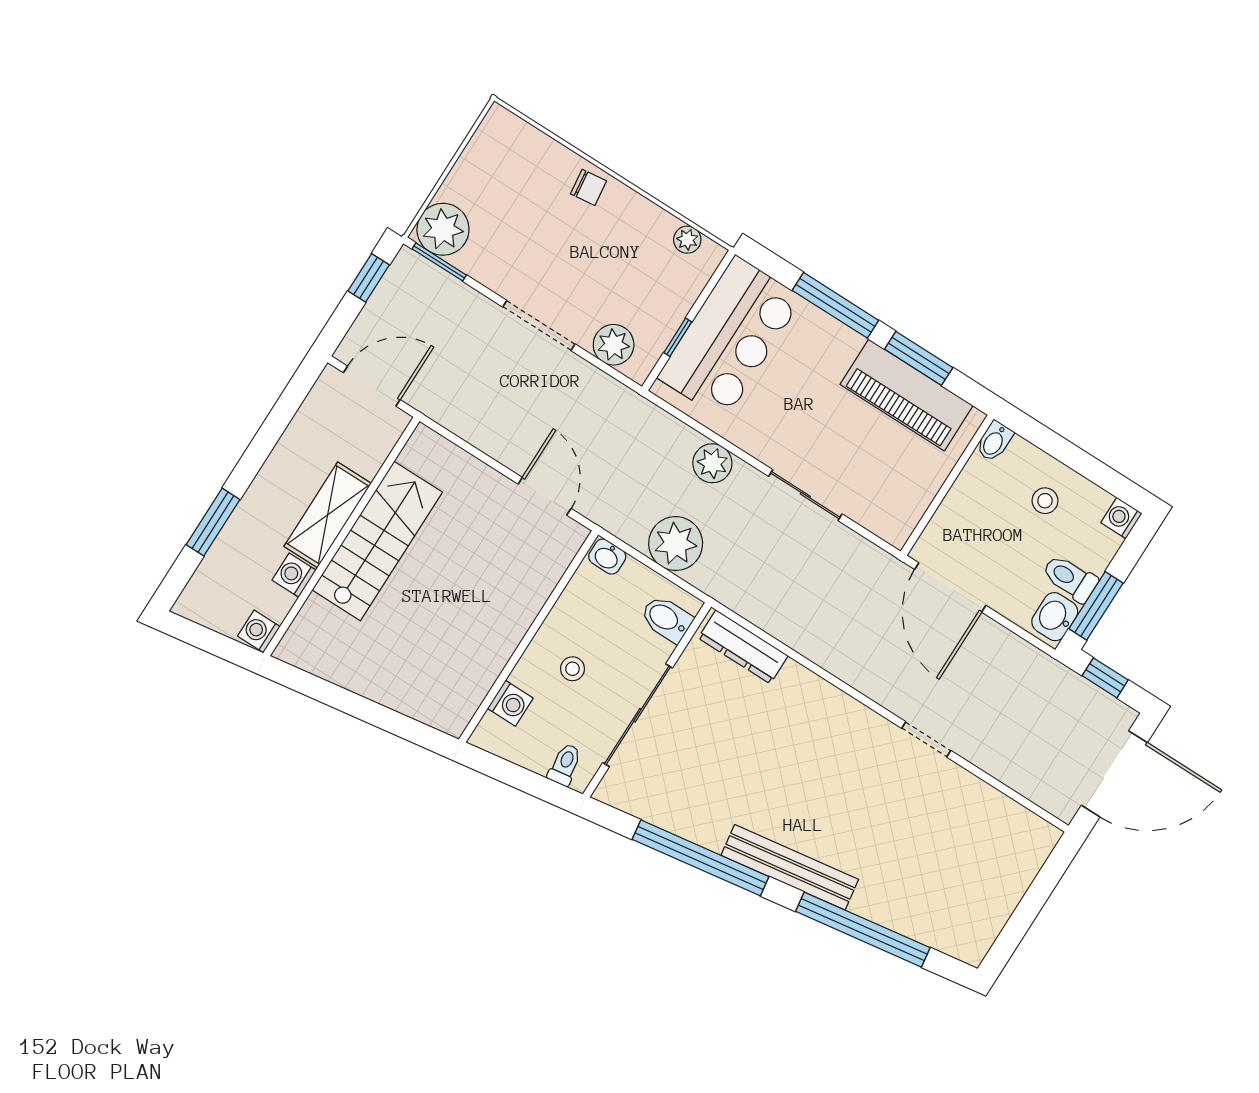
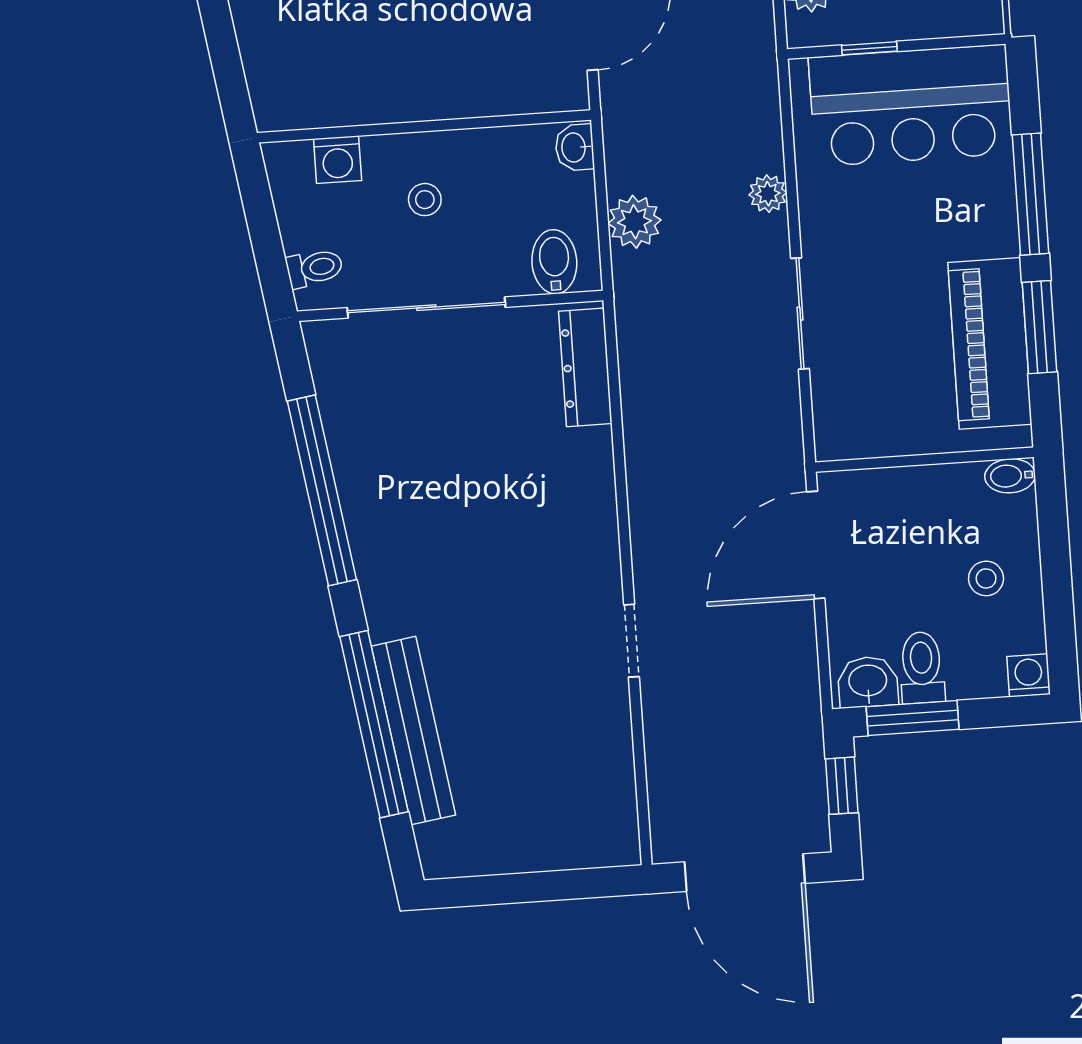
plant: (712, 463) -> (768, 194), width x0.73, depth x0.73
plant: (676, 544) -> (634, 222), width x0.73, depth x0.73
bench: (790, 867) -> (413, 731), moved

